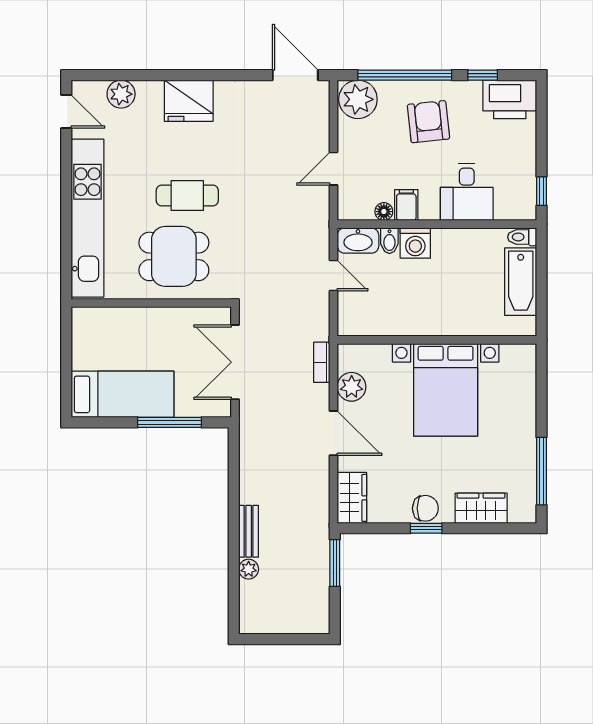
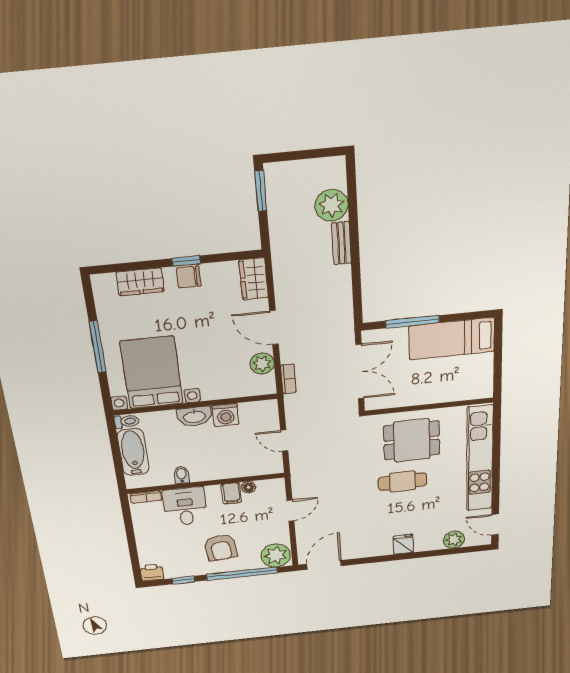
door: (295, 75) -> (324, 565), swing flipped
printer: (510, 99) -> (152, 572), width x0.53, depth x0.68
fridge: (189, 101) -> (403, 544), width x0.53, depth x0.75
window: (542, 191) -> (127, 513), removed
bookcase: (514, 213) -> (146, 497), added
toilet: (522, 237) -> (127, 421), moved
washbasin: (358, 241) -> (194, 416), moved, turned 180
bidet: (389, 241) -> (181, 475), moved
washing machine: (415, 243) -> (226, 415), moved, turned 180
bed with nightstands: (446, 390) -> (152, 373), moved
window: (542, 471) -> (98, 347), moved
window: (335, 563) -> (261, 191), moved
plant: (249, 569) -> (332, 205), width x1.87, depth x1.87

